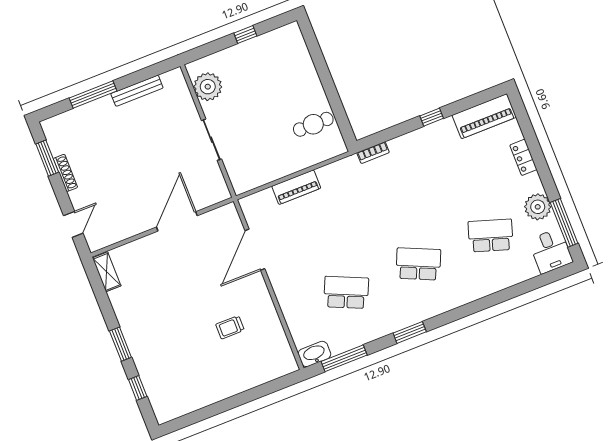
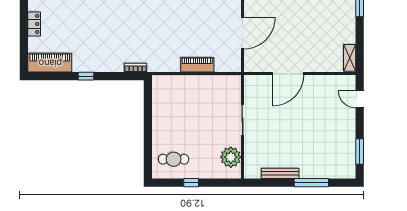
cafe table: (313, 124) -> (174, 159), moved
shoe rack: (65, 173) -> (351, 137), removed
door: (73, 224) -> (360, 99), hinge flipped

